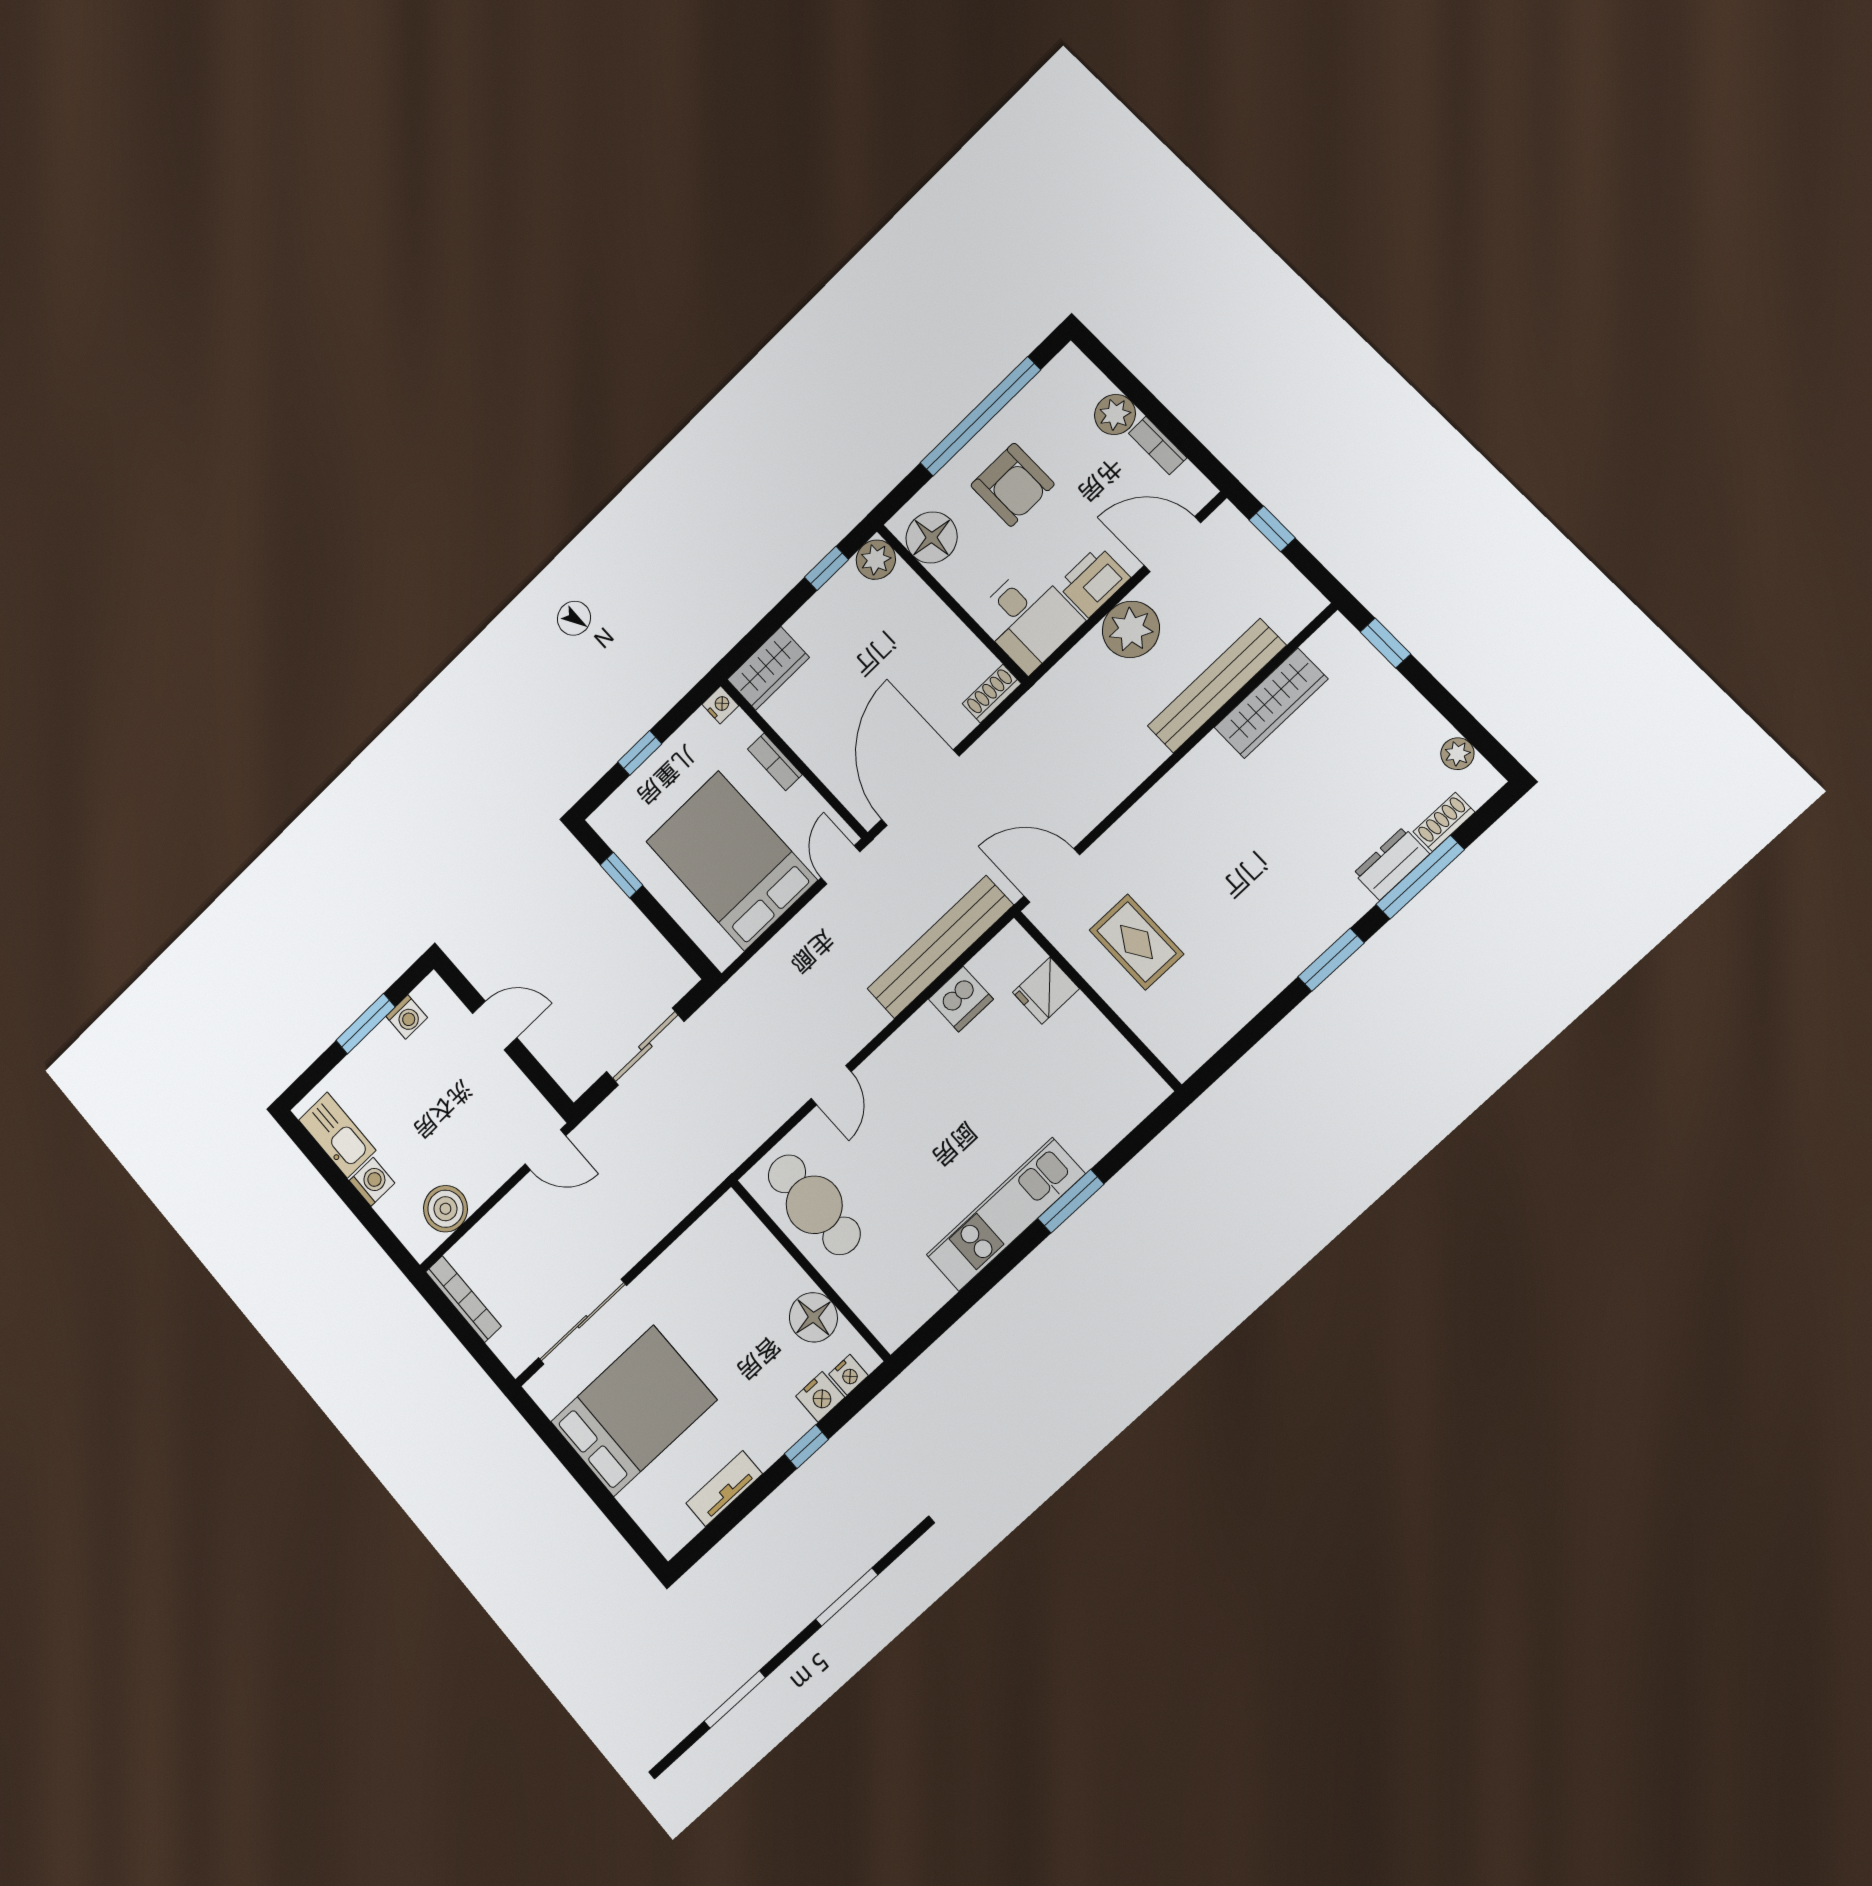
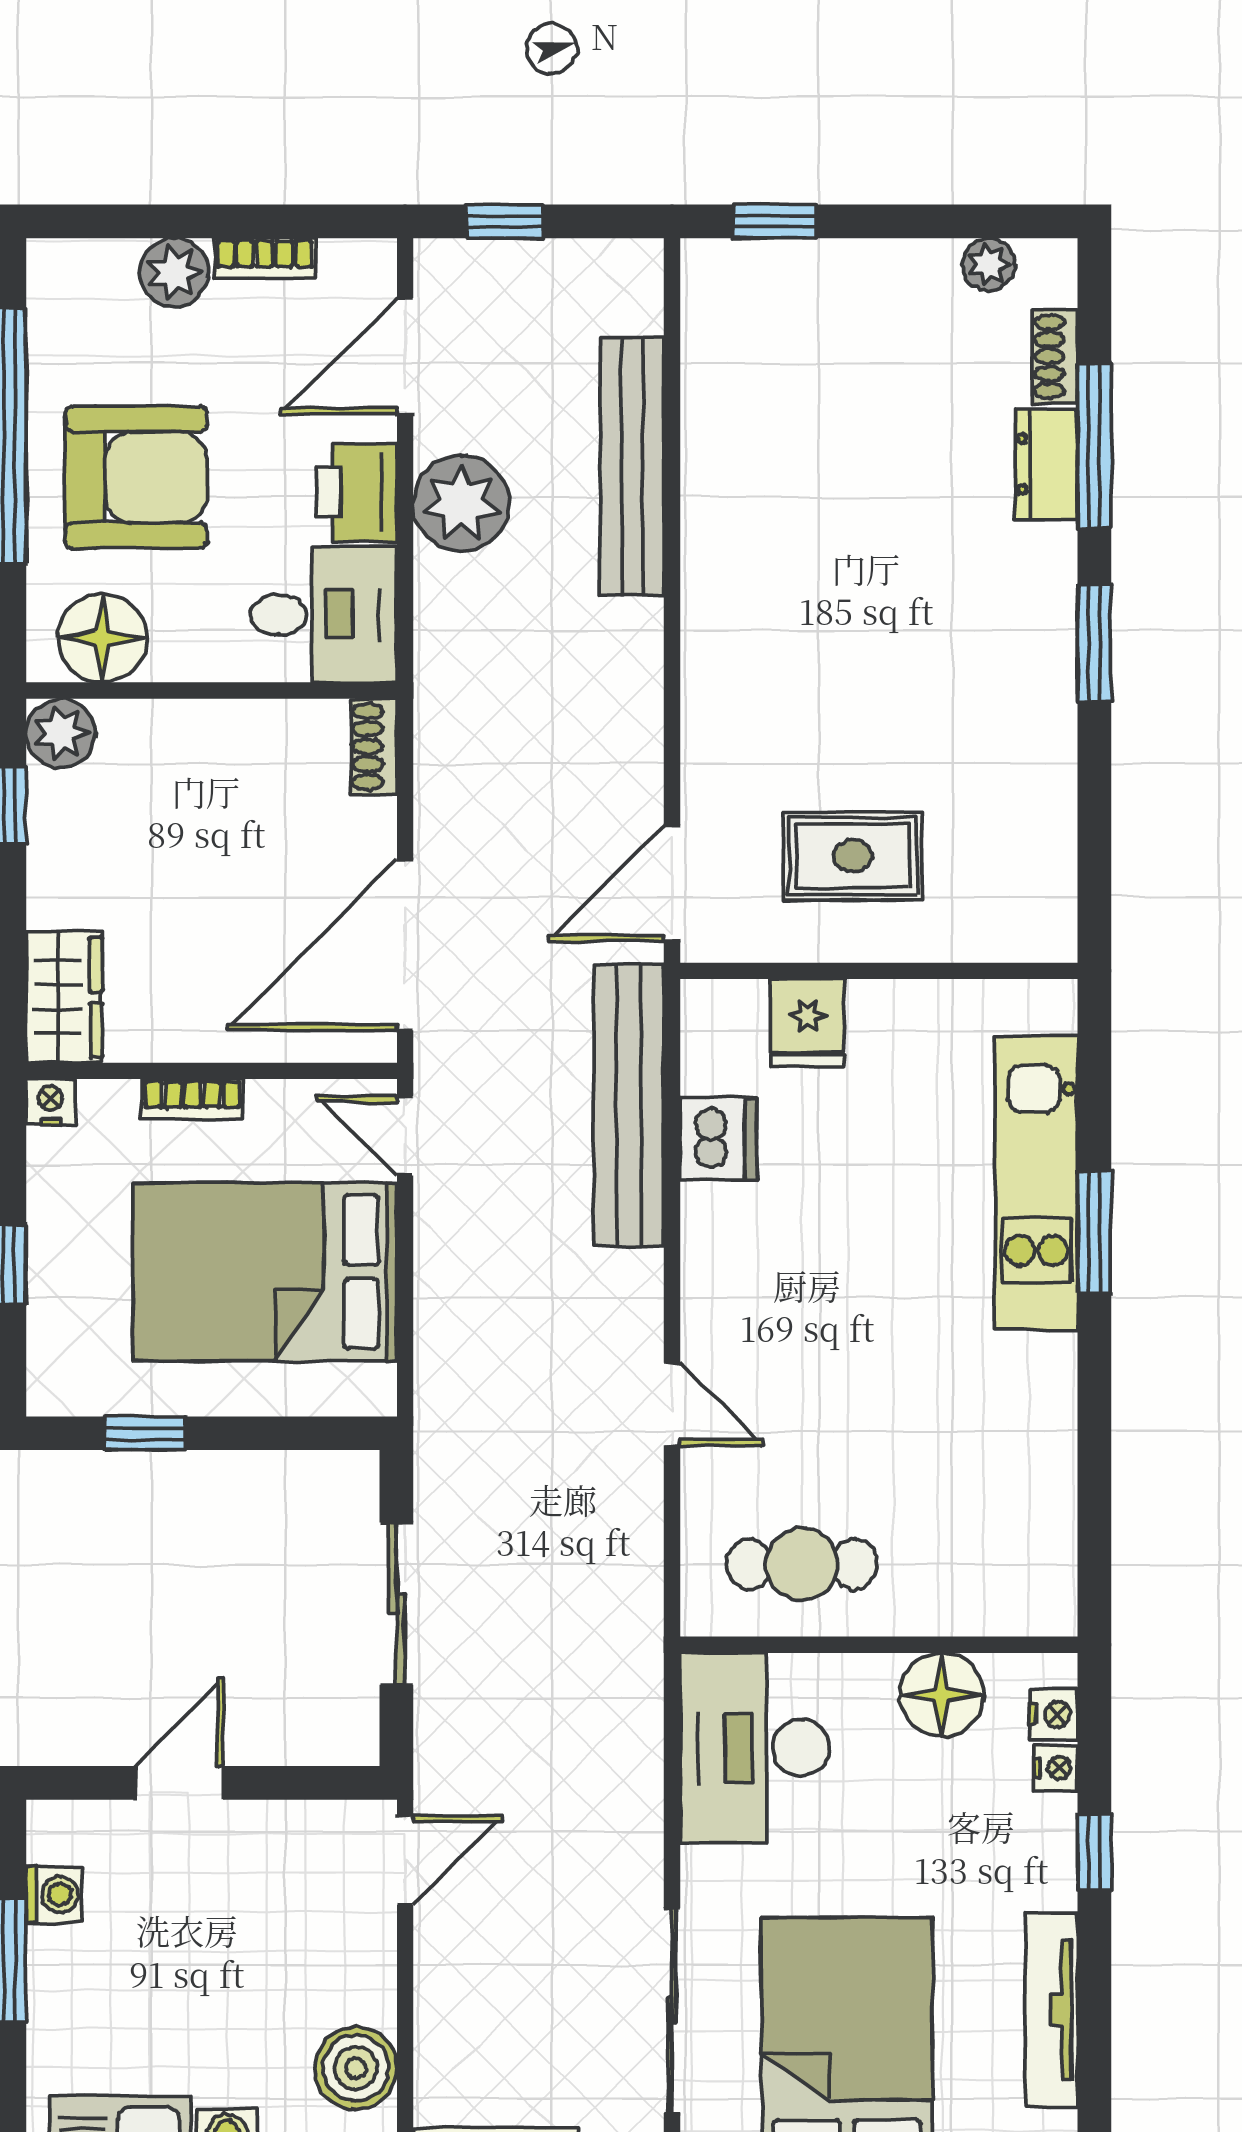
armchair: (1012, 485) -> (136, 477), width x1.36, depth x1.36
wardrobe: (1271, 703) -> (717, 422), removed
door: (920, 788) -> (405, 945), hinge flipped
cafe table: (814, 1205) -> (802, 1564), width x0.73, depth x0.74
kitchen unit: (1006, 1214) -> (1036, 1183), moved
desk: (720, 1256) -> (755, 1748), added
nightstand: (820, 1397) -> (1056, 1768), width x0.72, depth x0.74
tv unit: (724, 1489) -> (1051, 2010), width x1.41

